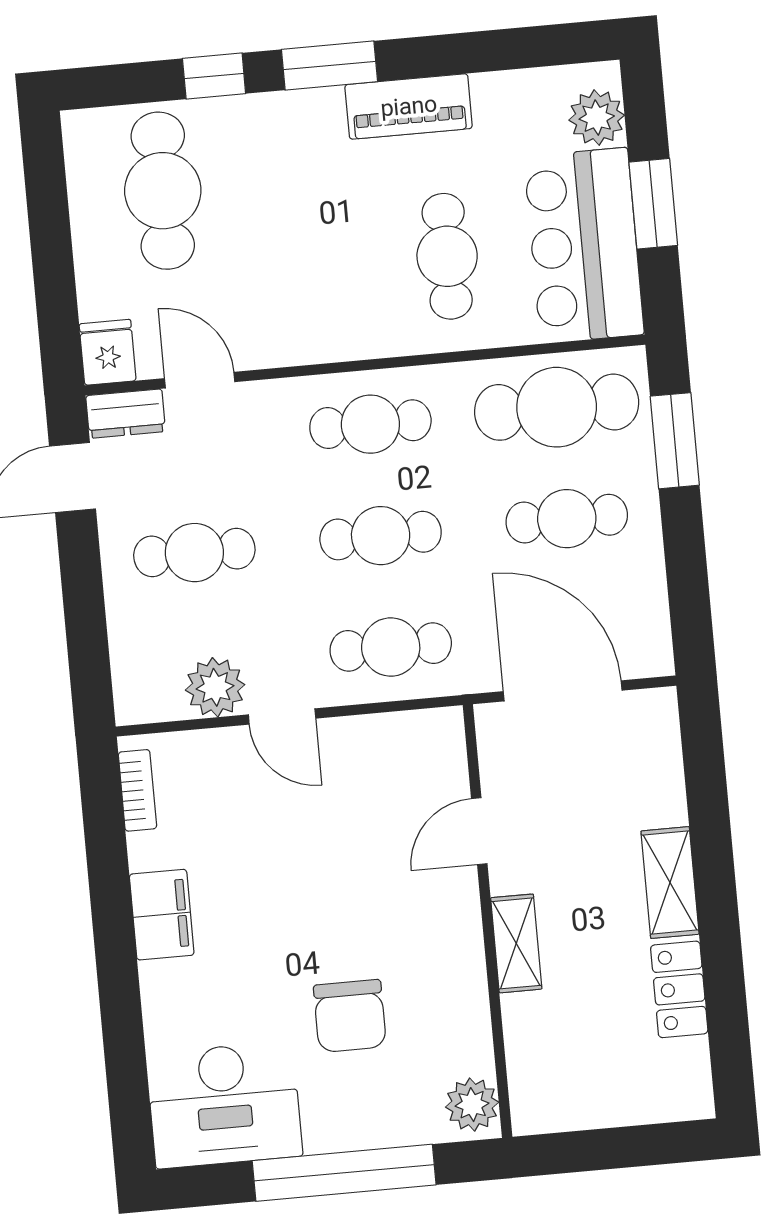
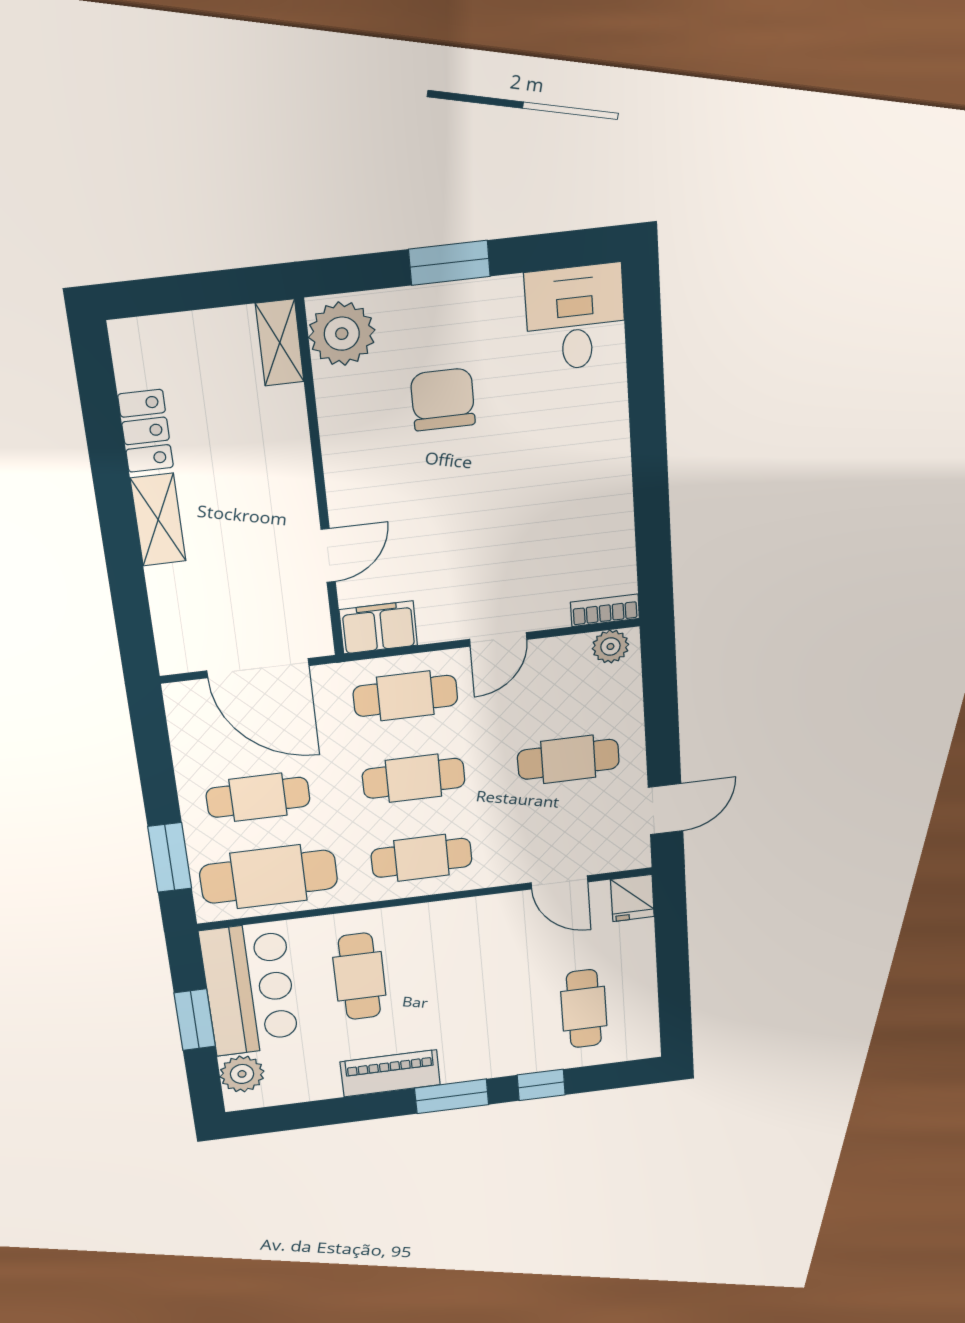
cafe table: (163, 191) -> (584, 1009), width x0.73, depth x0.74
dresser: (126, 414) -> (620, 856), removed
plant: (215, 687) -> (610, 646), moved, width x0.73, depth x0.73
door: (282, 716) -> (498, 639), swing flipped
bookcase: (137, 790) -> (605, 610), moved, turned 90
filing cabinet: (162, 915) -> (378, 627), moved, turned 90
shelving: (516, 943) -> (280, 343), moved
desk: (224, 1105) -> (575, 318), width x0.73
plant: (472, 1105) -> (342, 334), width x1.36, depth x1.36
window: (344, 1173) -> (449, 263), width x0.47

